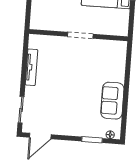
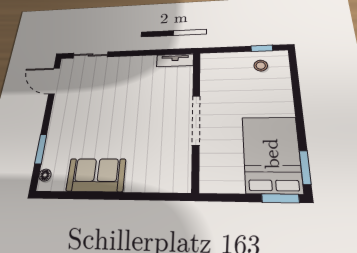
doorway: (80, 35) -> (196, 120), width x1.36
tv unit: (31, 67) -> (175, 60), moved, width x0.71

